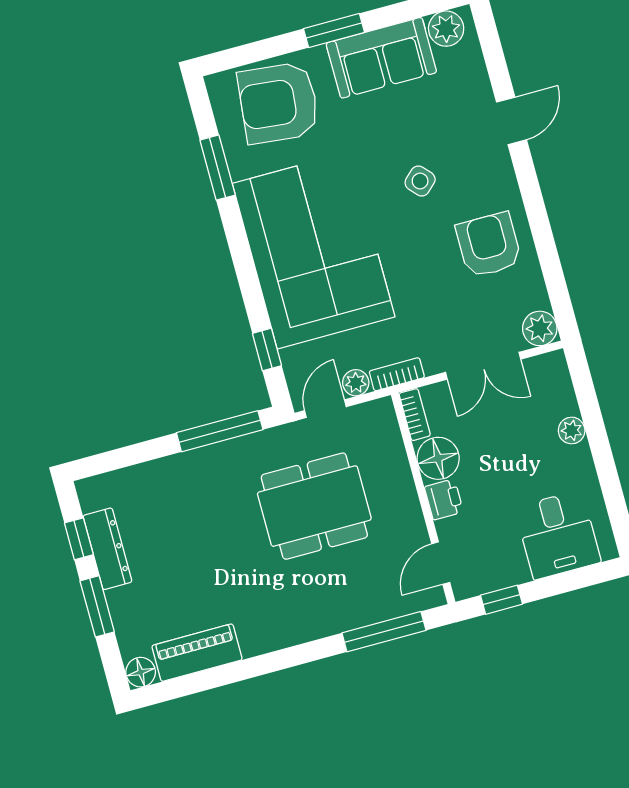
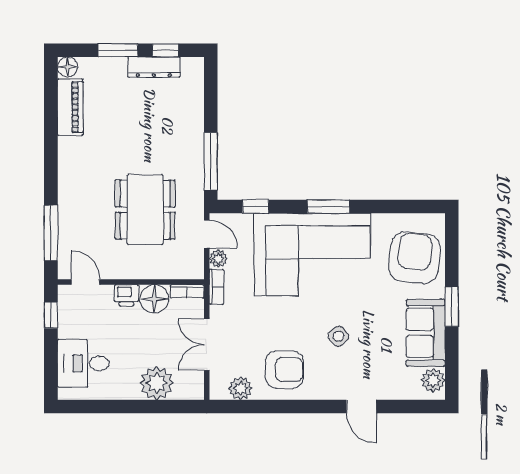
window: (218, 168) -> (329, 207), moved
plant: (540, 328) -> (241, 388), moved
plant: (572, 430) -> (157, 383), width x1.88, depth x1.88

